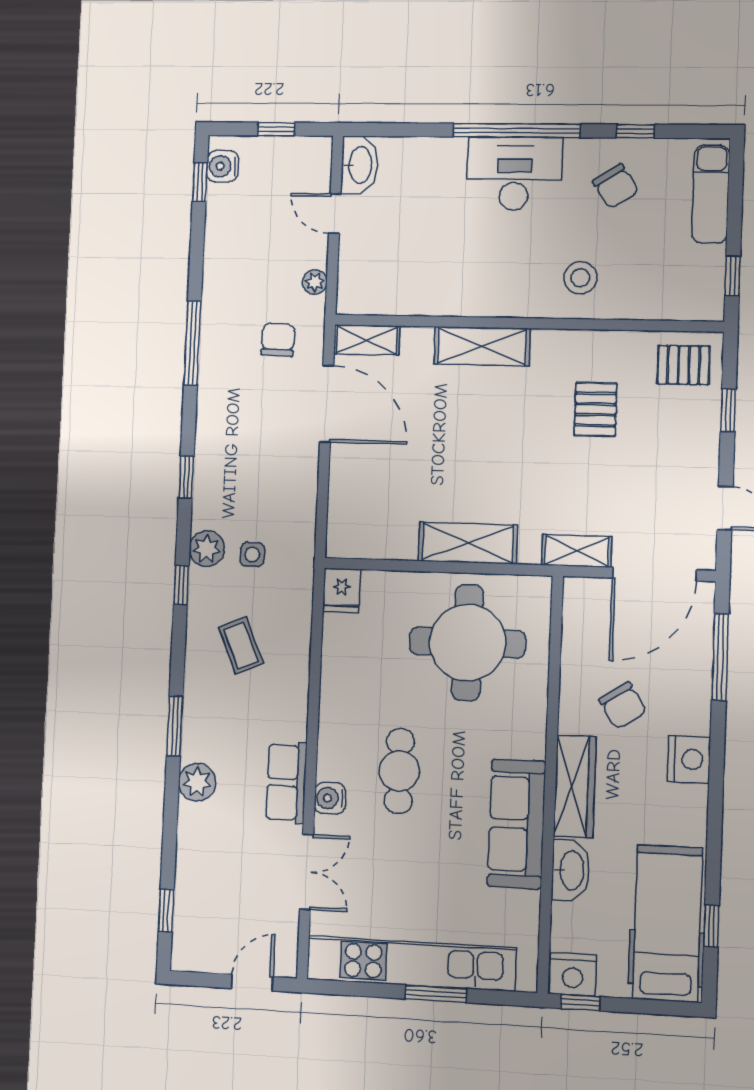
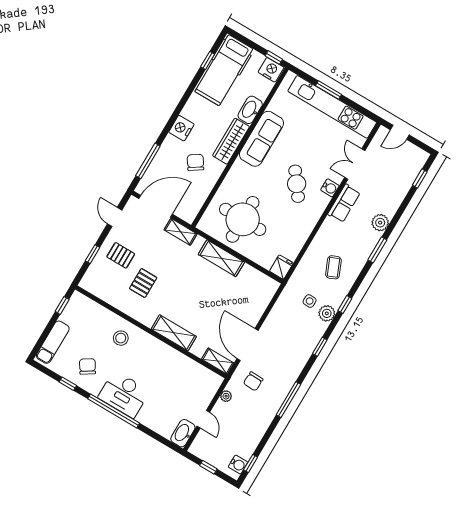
pallet: (684, 365) -> (121, 255), moved
cafe table: (399, 771) -> (297, 184), turned -37

